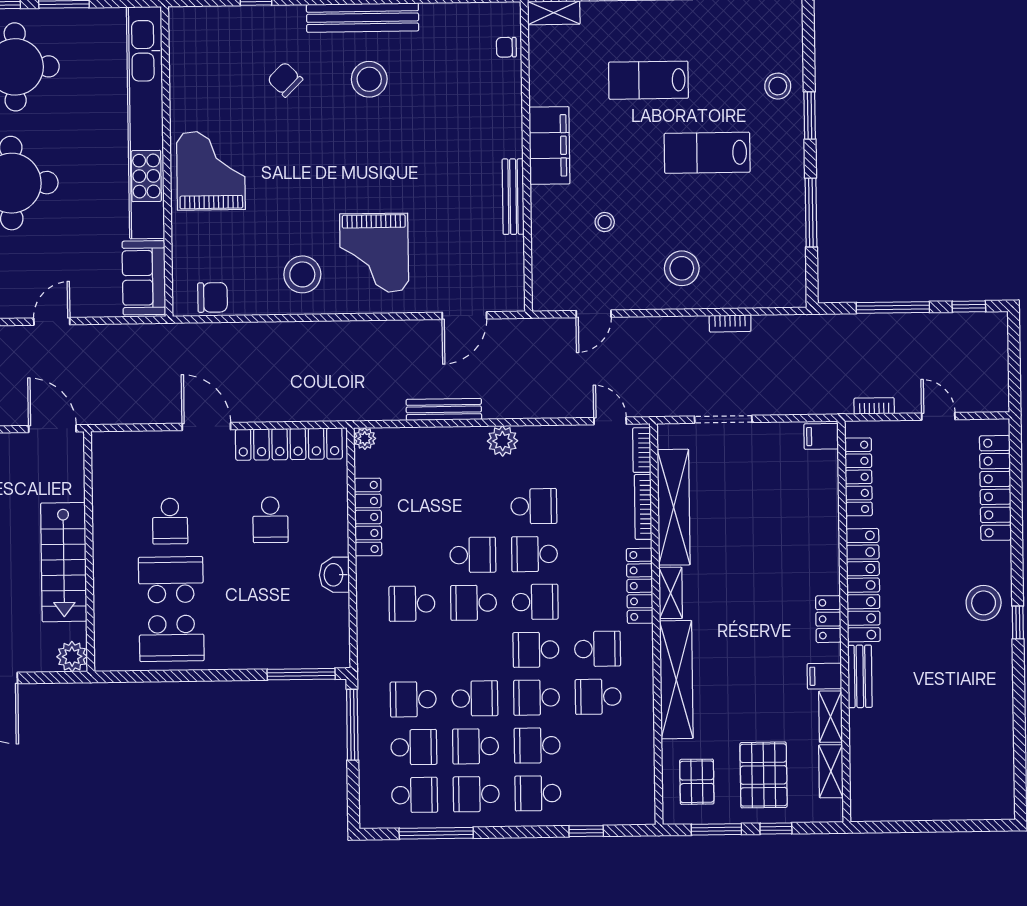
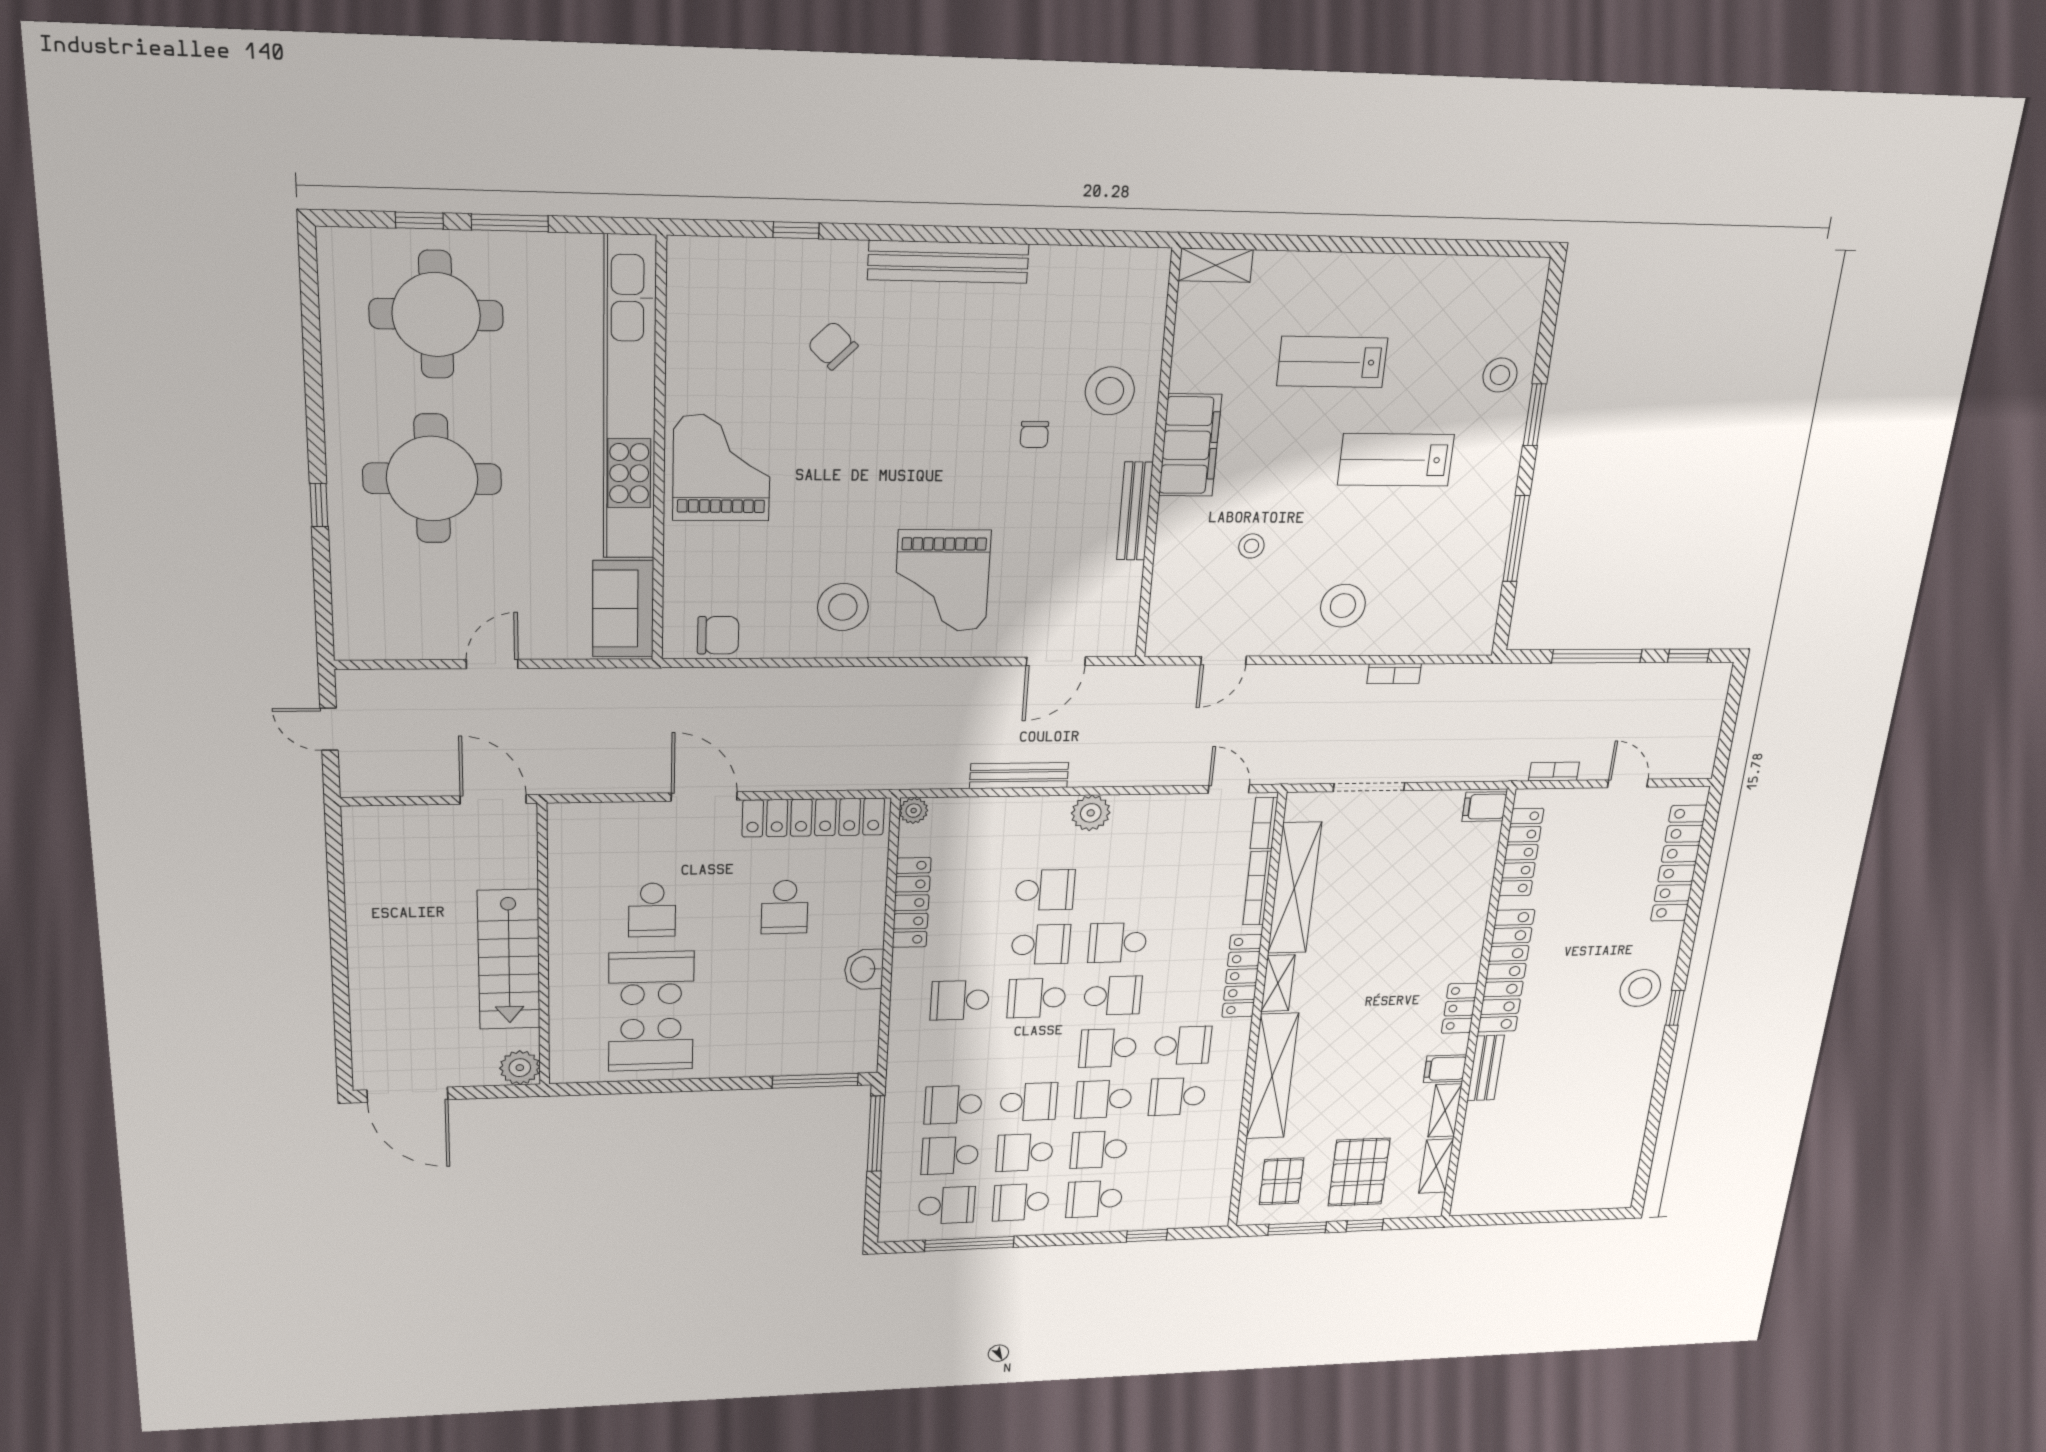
chair: (506, 47) -> (1034, 435), moved, turned -90
stool: (369, 79) -> (1110, 391), moved
school desk: (534, 506) -> (1045, 890), moved
school desk: (414, 747) -> (950, 1155), turned 180

